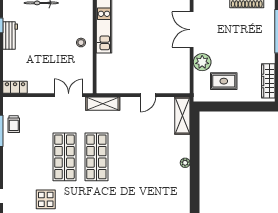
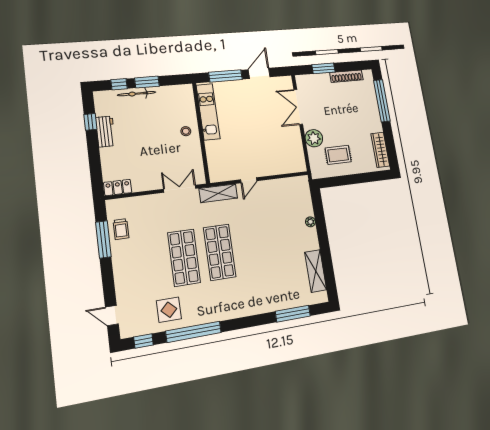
door: (148, 95) -> (249, 180), moved
shelving: (182, 116) -> (316, 271), moved
plant: (185, 163) -> (310, 222), moved

